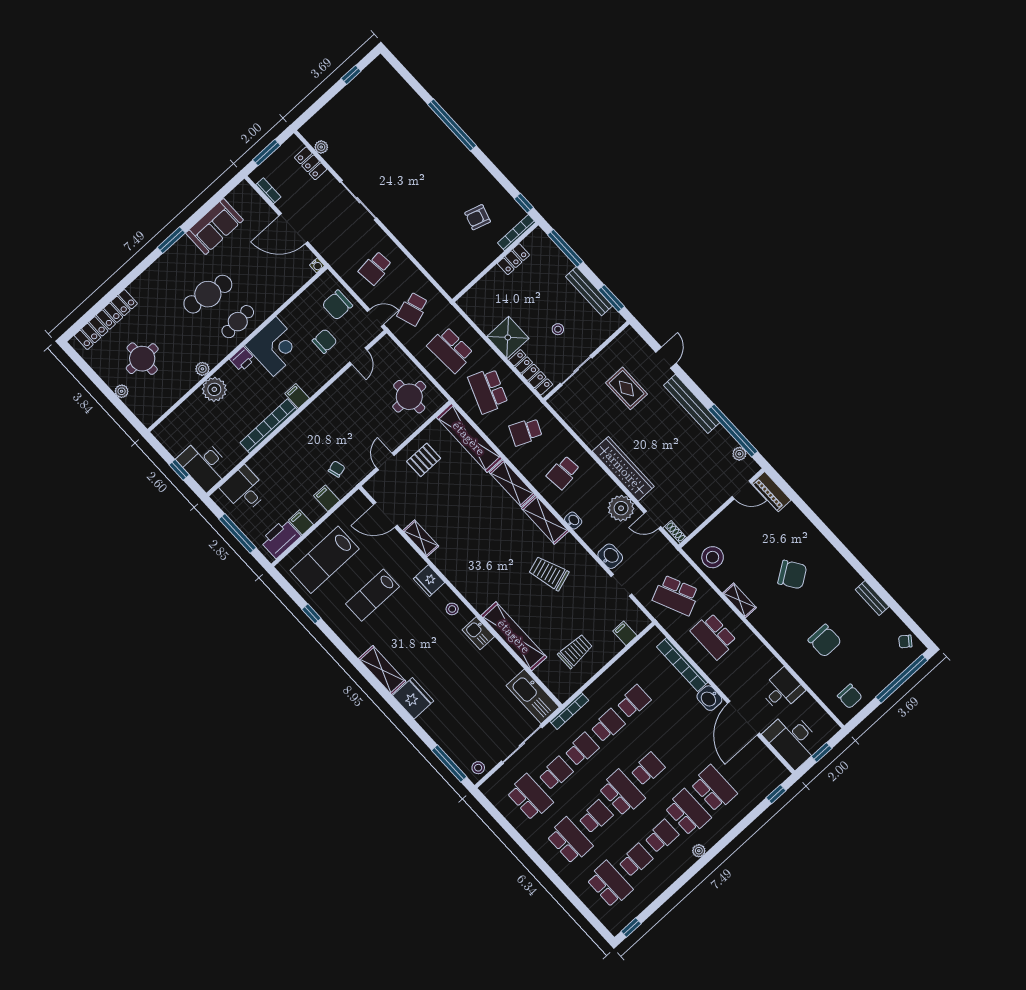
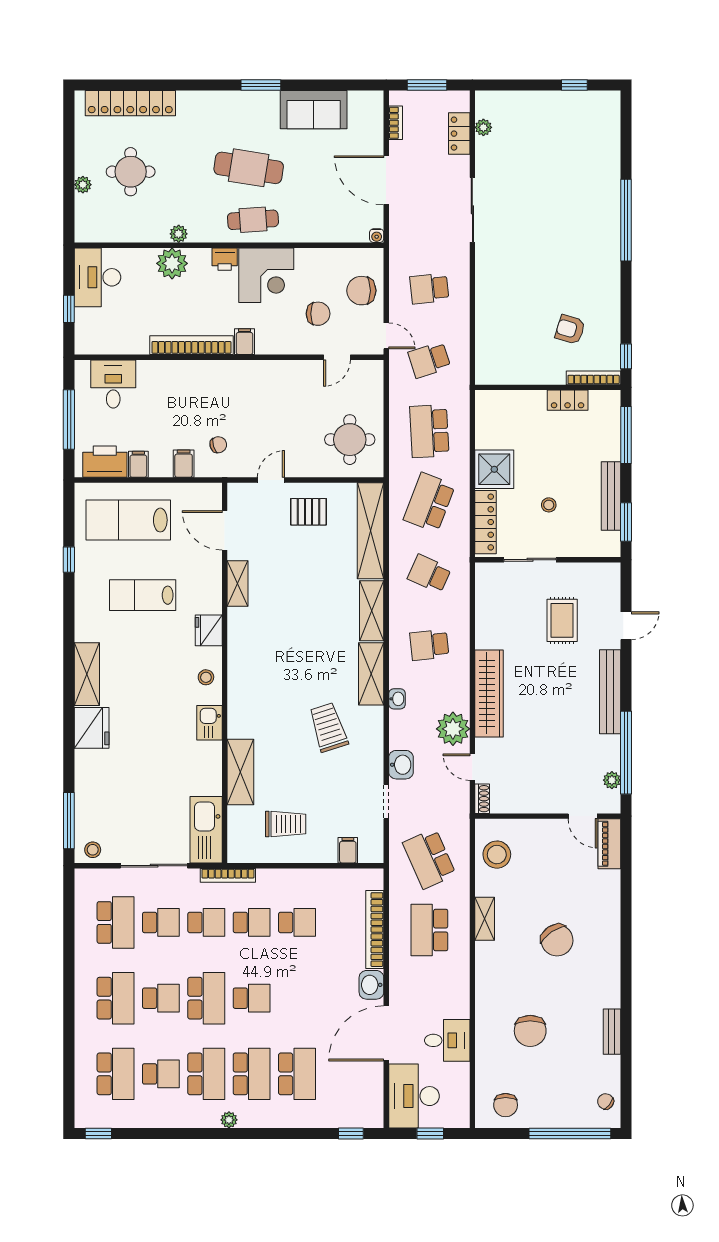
desk: (204, 464) -> (97, 277), moved
shelving: (514, 636) -> (240, 772), width x0.68
school desk: (662, 836) -> (206, 1074), width x1.85

